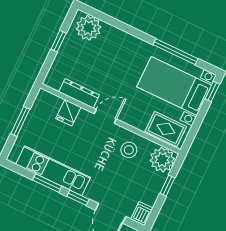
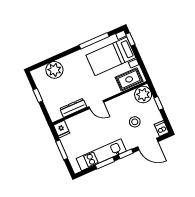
plant: (88, 28) -> (54, 70), moved
fridge: (68, 113) -> (62, 129), moved
door: (105, 116) -> (96, 105), swing flipped
stool: (129, 150) -> (135, 122), moved

